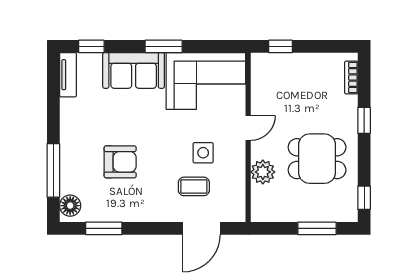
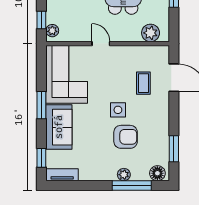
plant: (266, 61) -> (52, 31), added
side table: (203, 153) -> (118, 110), moved
plant: (68, 159) -> (124, 175), added
armchair: (120, 162) -> (126, 137), turned 90
plant: (263, 172) -> (151, 33), moved

